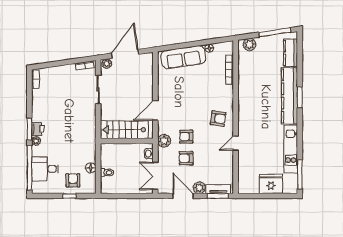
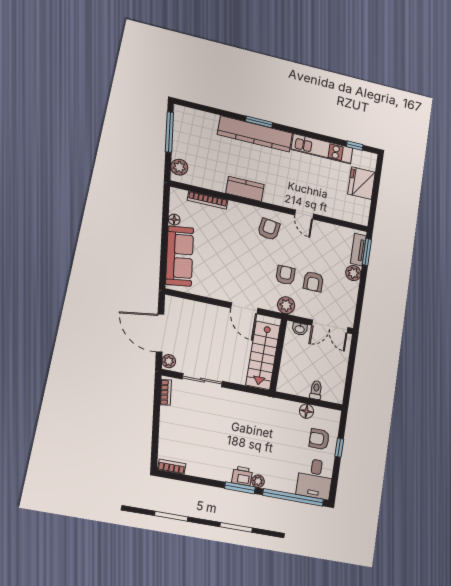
kitchen counter: (291, 53) -> (245, 189), moved, turned 180
armchair: (186, 137) -> (285, 275), turned 180
desk: (45, 169) -> (315, 479), moved
window: (300, 174) -> (355, 146), width x0.46
door: (183, 196) -> (361, 296), removed

